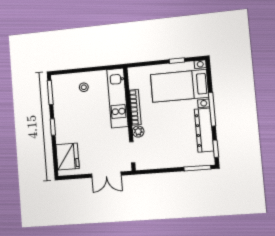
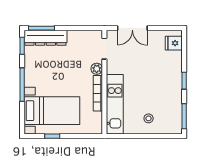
dresser: (204, 130) -> (45, 38), moved, turned 90
fridge: (68, 157) -> (174, 43), width x0.53, depth x0.75
double door: (106, 175) -> (132, 28), swing flipped

